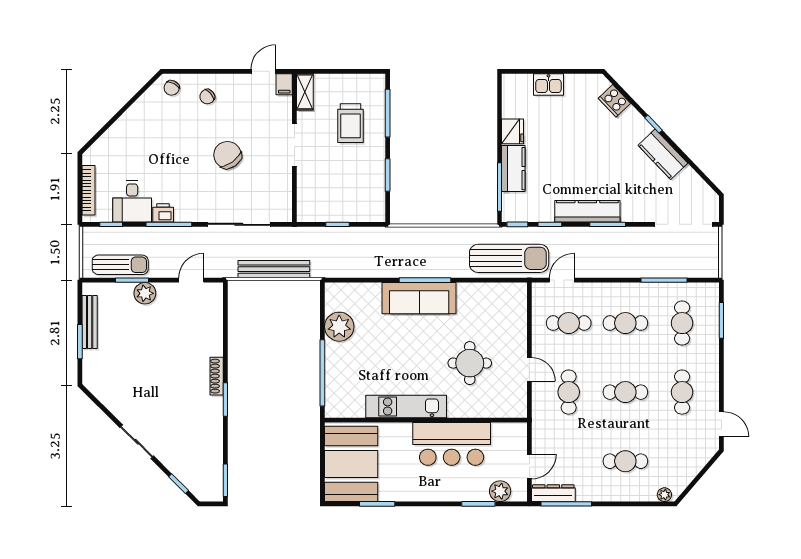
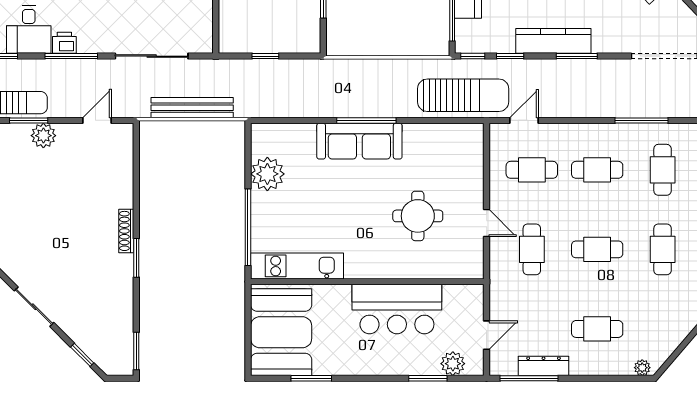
kitchen unit: (406, 406) -> (297, 266), moved
dresser: (553, 493) -> (544, 366), moved

